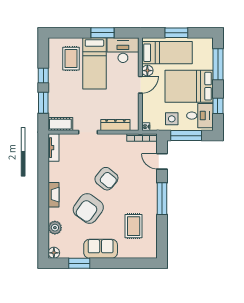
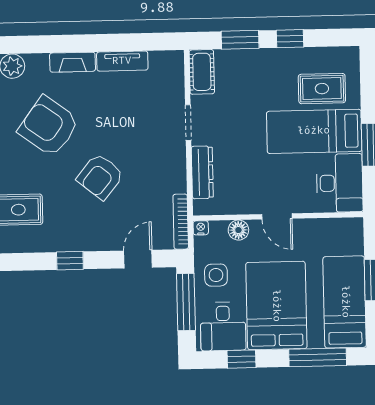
bed: (167, 53) -> (345, 302), moved, turned 180
floor lamp: (147, 71) -> (238, 230), moved
tv unit: (54, 148) -> (122, 61), moved
armchair: (106, 179) -> (100, 177), moved
window: (162, 199) -> (70, 261), width x0.46

